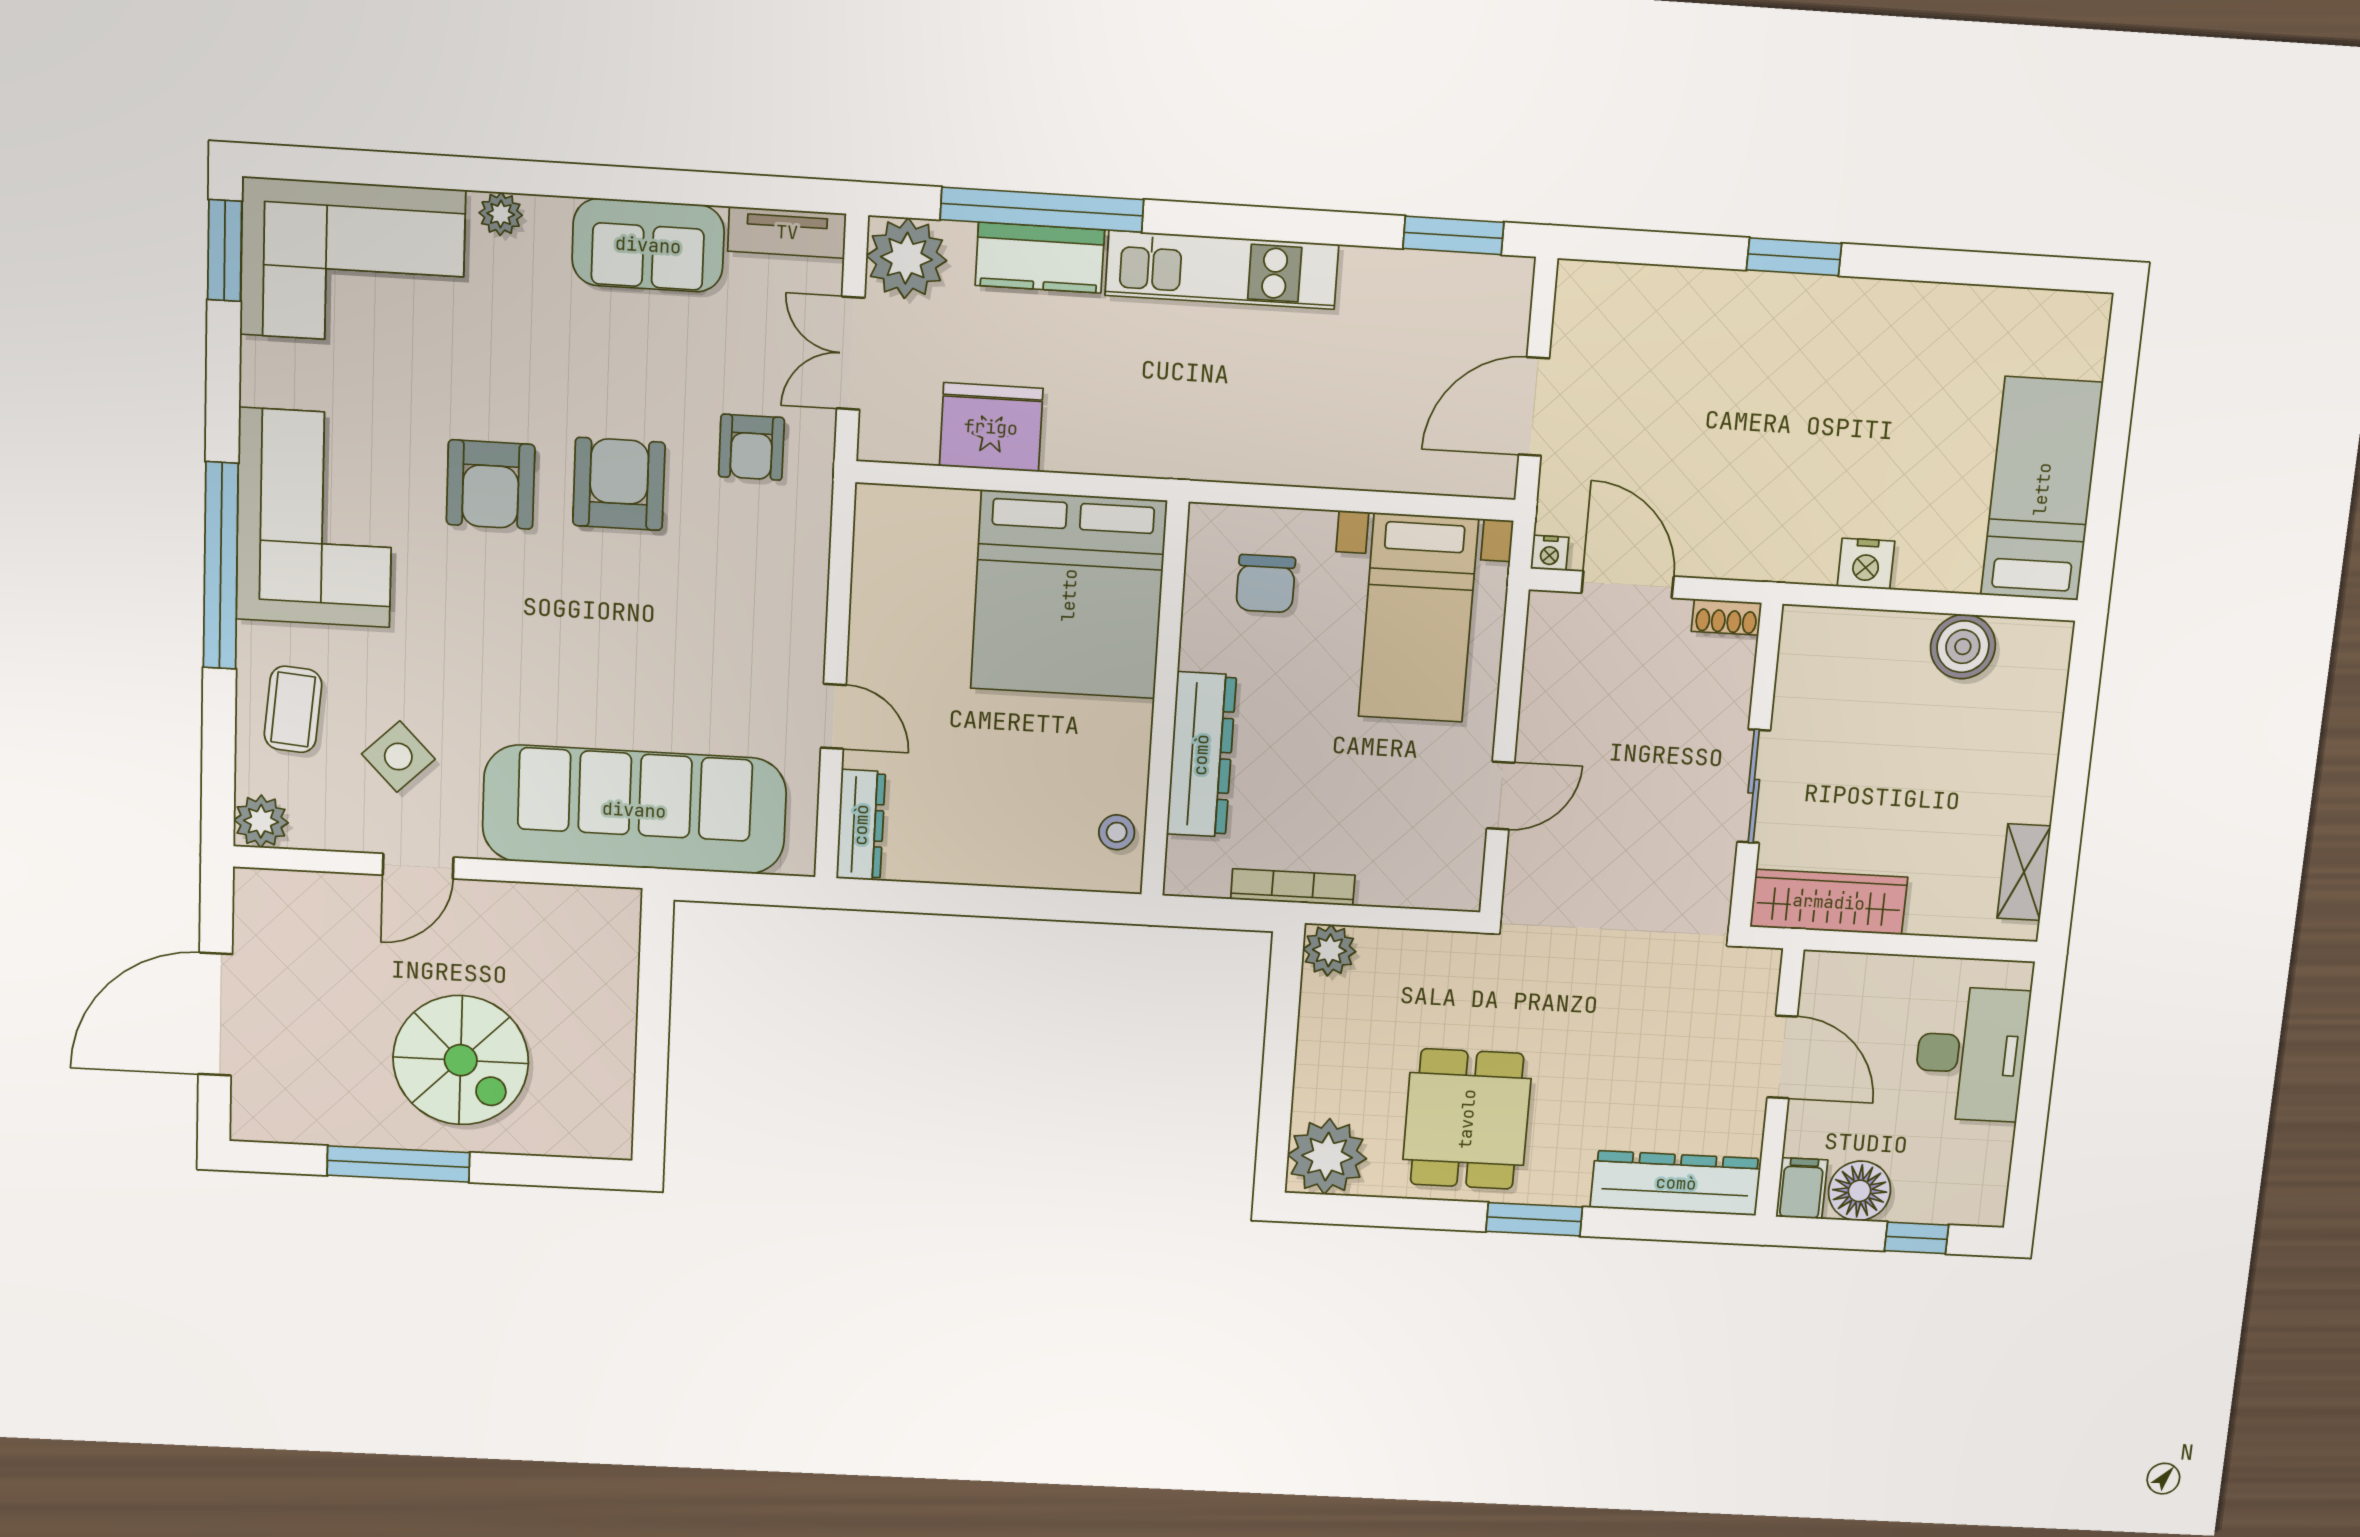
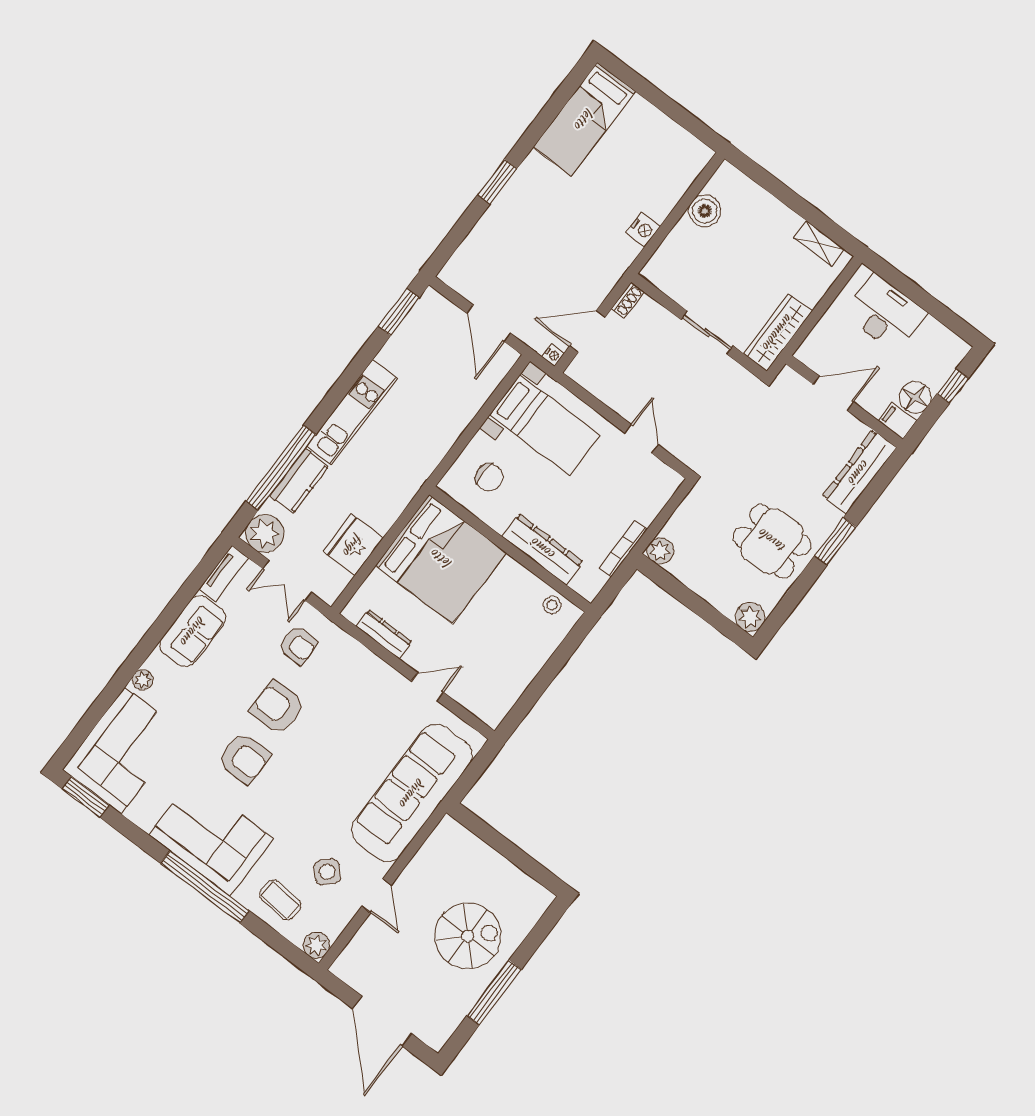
bed: (2042, 489) -> (584, 119), moved, turned -90
dresser: (861, 825) -> (384, 634), moved
plant: (1327, 1157) -> (750, 617), width x0.73, depth x0.73

